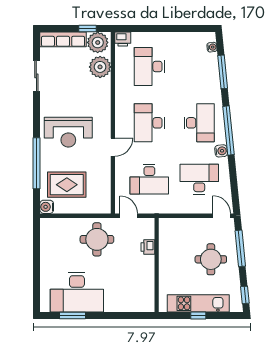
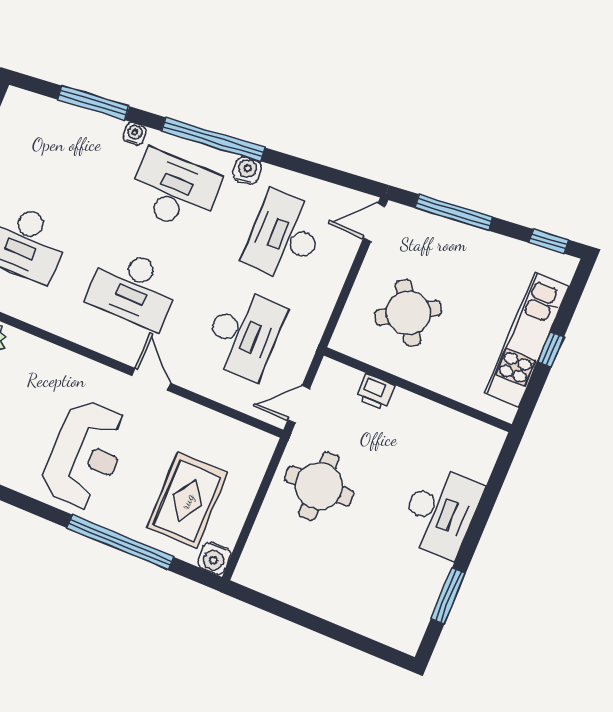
water cooler: (212, 47) -> (134, 134), moved
round table: (211, 259) -> (408, 313), moved, turned -32
desk: (77, 292) -> (440, 512), moved, width x0.73, depth x0.77

